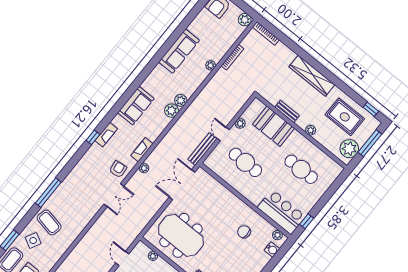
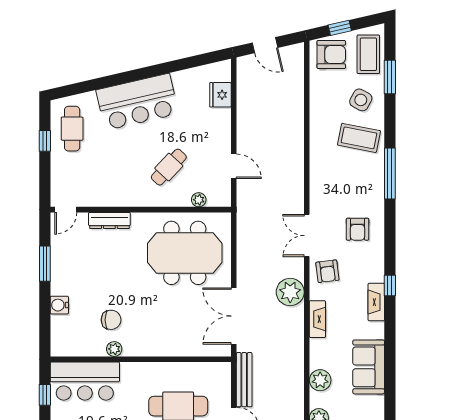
plant: (171, 111) -> (320, 380), moved
plant: (144, 168) -> (290, 292), width x1.88, depth x1.88
armchair: (86, 178) -> (358, 229), added
double door: (182, 185) -> (234, 316), swing flipped
plant: (277, 235) -> (114, 349), moved
water cooler: (272, 250) -> (59, 305), moved

